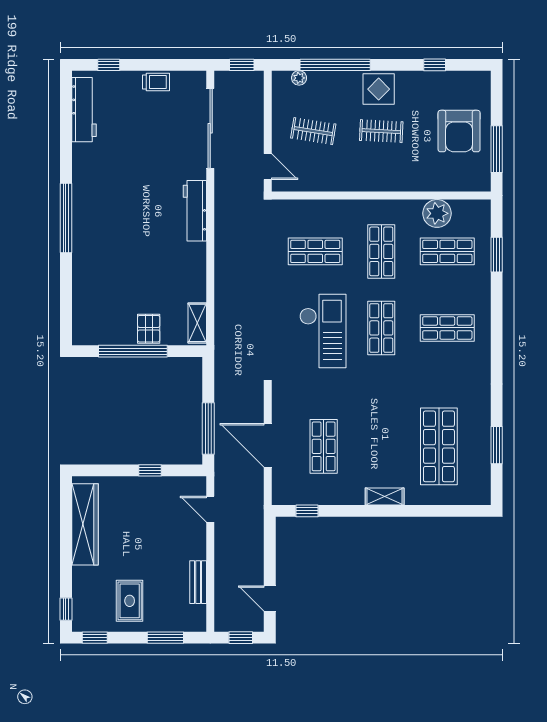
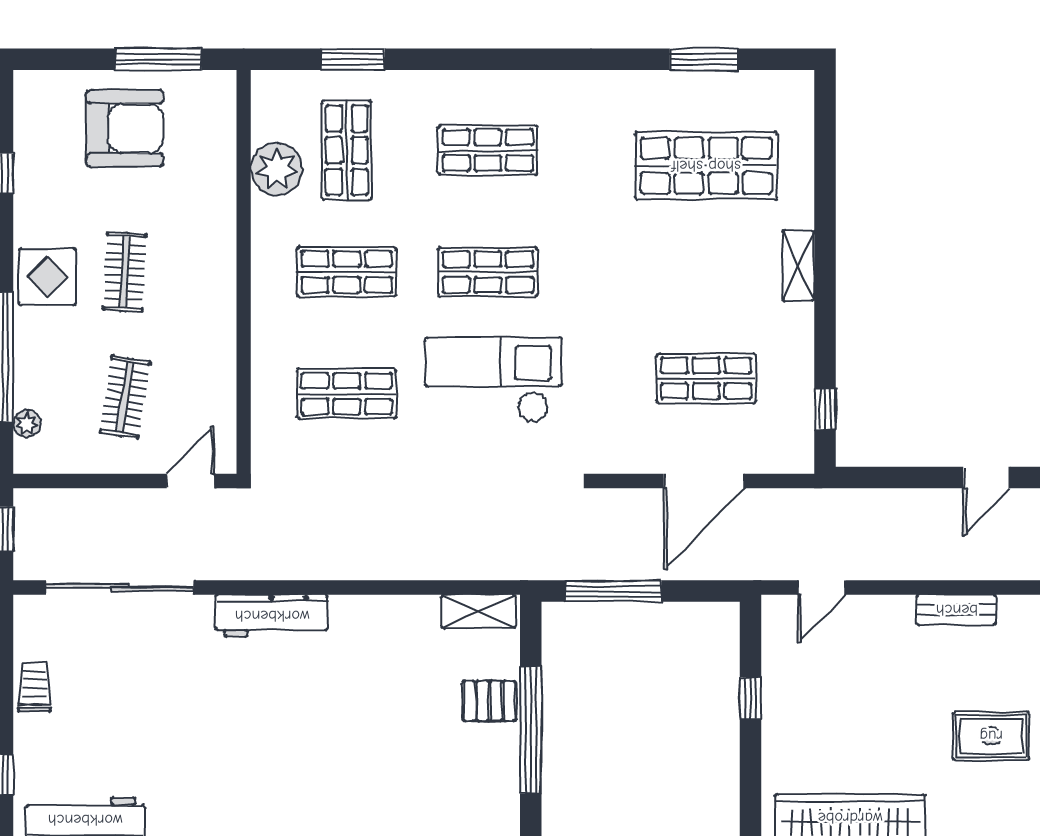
shop shelf: (315, 251) -> (347, 394), turned 90
shop shelf: (447, 328) -> (488, 150), turned 90
window: (208, 429) -> (614, 591), moved

